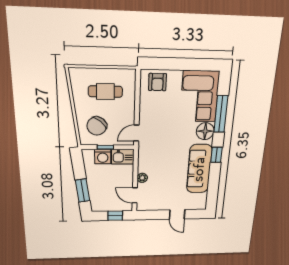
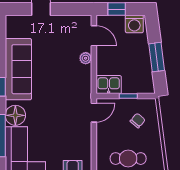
chair: (97, 126) -> (138, 121), width x0.54, depth x0.54
washing machine: (103, 157) -> (134, 24), moved, turned 180
window: (83, 190) -> (157, 57), moved

